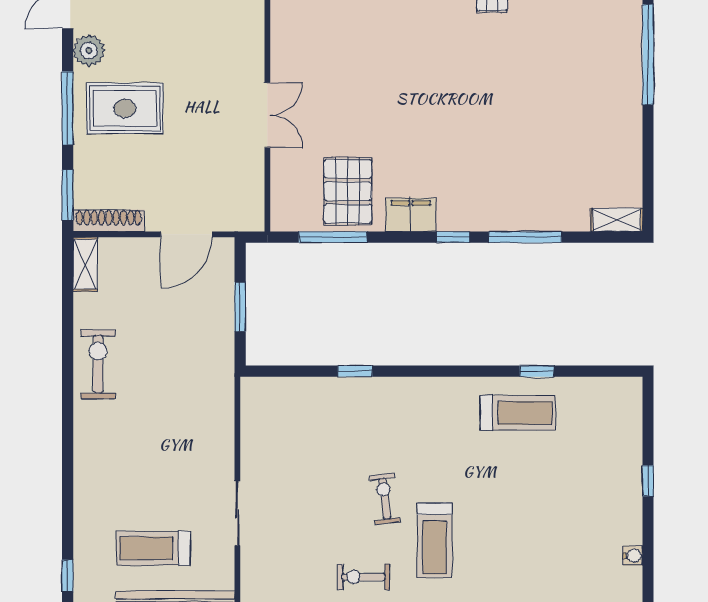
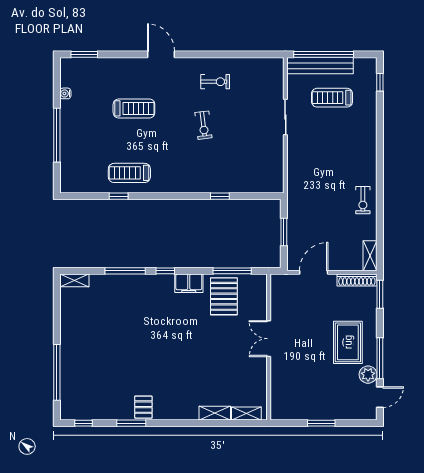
window: (68, 108) -> (380, 358), moved
rug: (125, 108) -> (348, 342), turned 90
exercise bike: (98, 364) -> (363, 200), width x0.73, depth x0.72
window: (648, 481) -> (57, 135), width x3.17
treadmill: (435, 540) -> (134, 108), moved, turned 90
treadmill: (153, 548) -> (332, 98), turned 180

